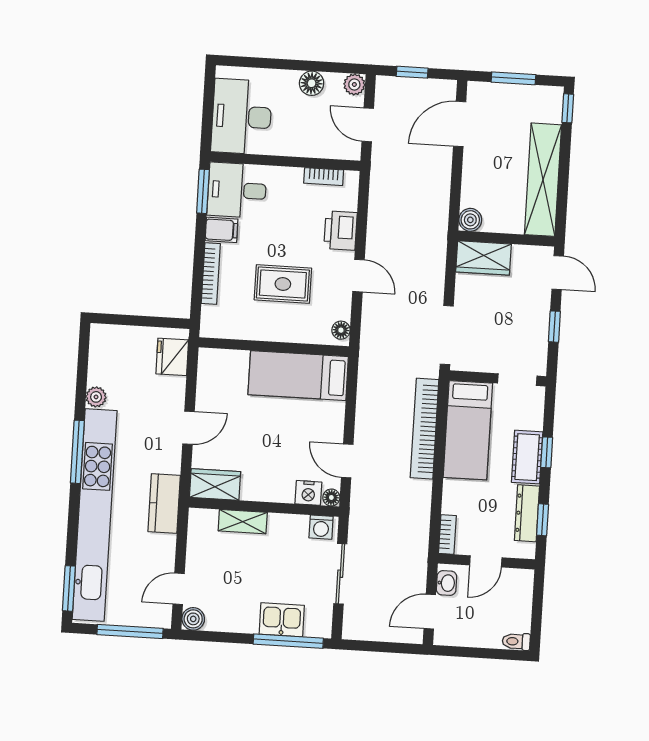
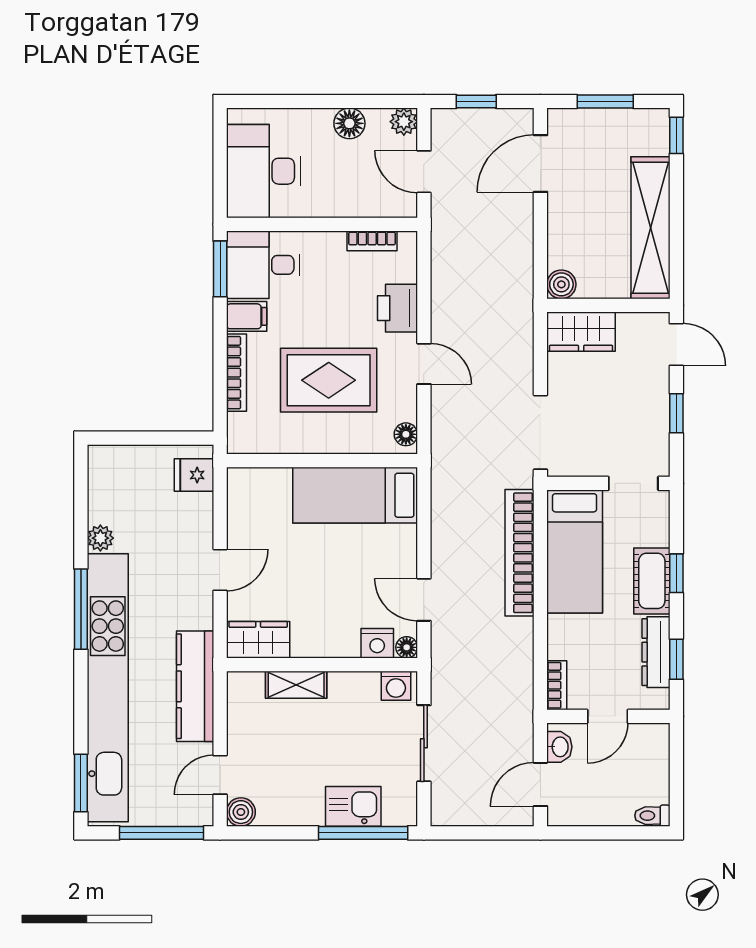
rug: (283, 284) -> (329, 380), width x1.36, depth x1.43
fridge: (172, 357) -> (194, 475), width x0.72
kitchen counter: (164, 503) -> (195, 686), width x1.50

